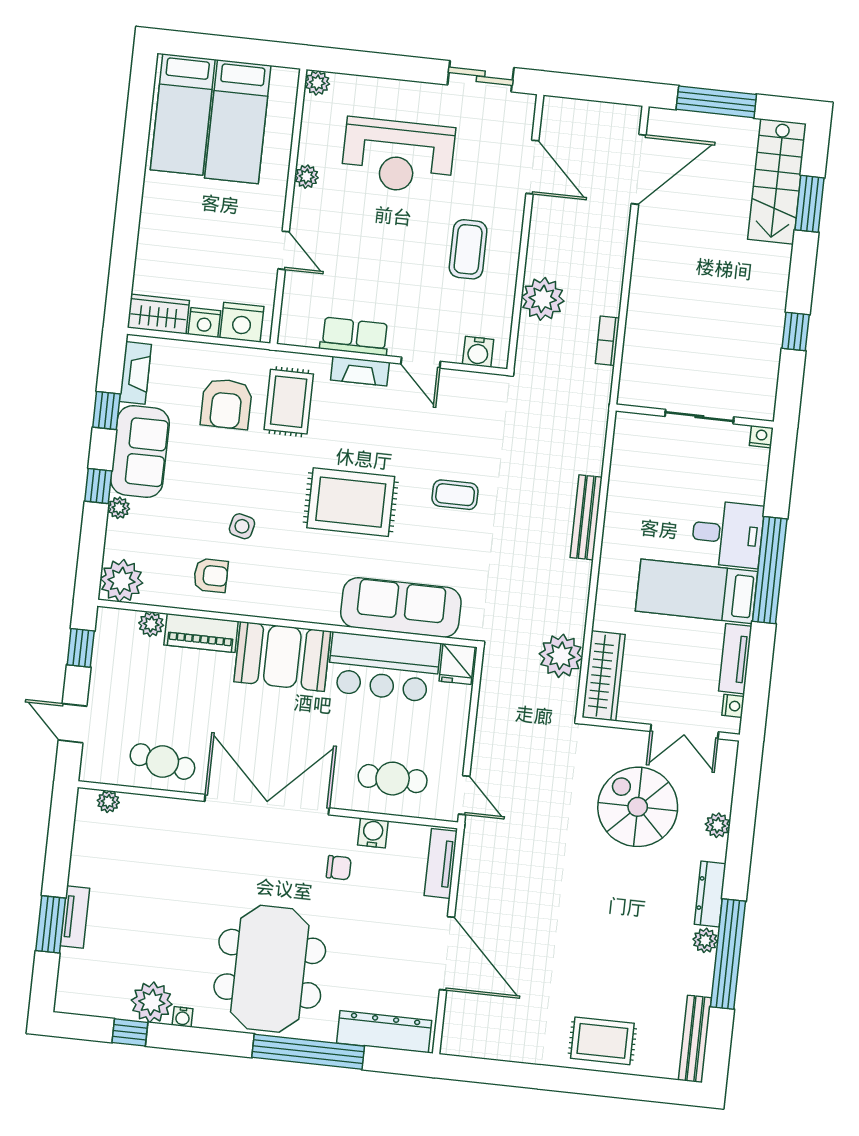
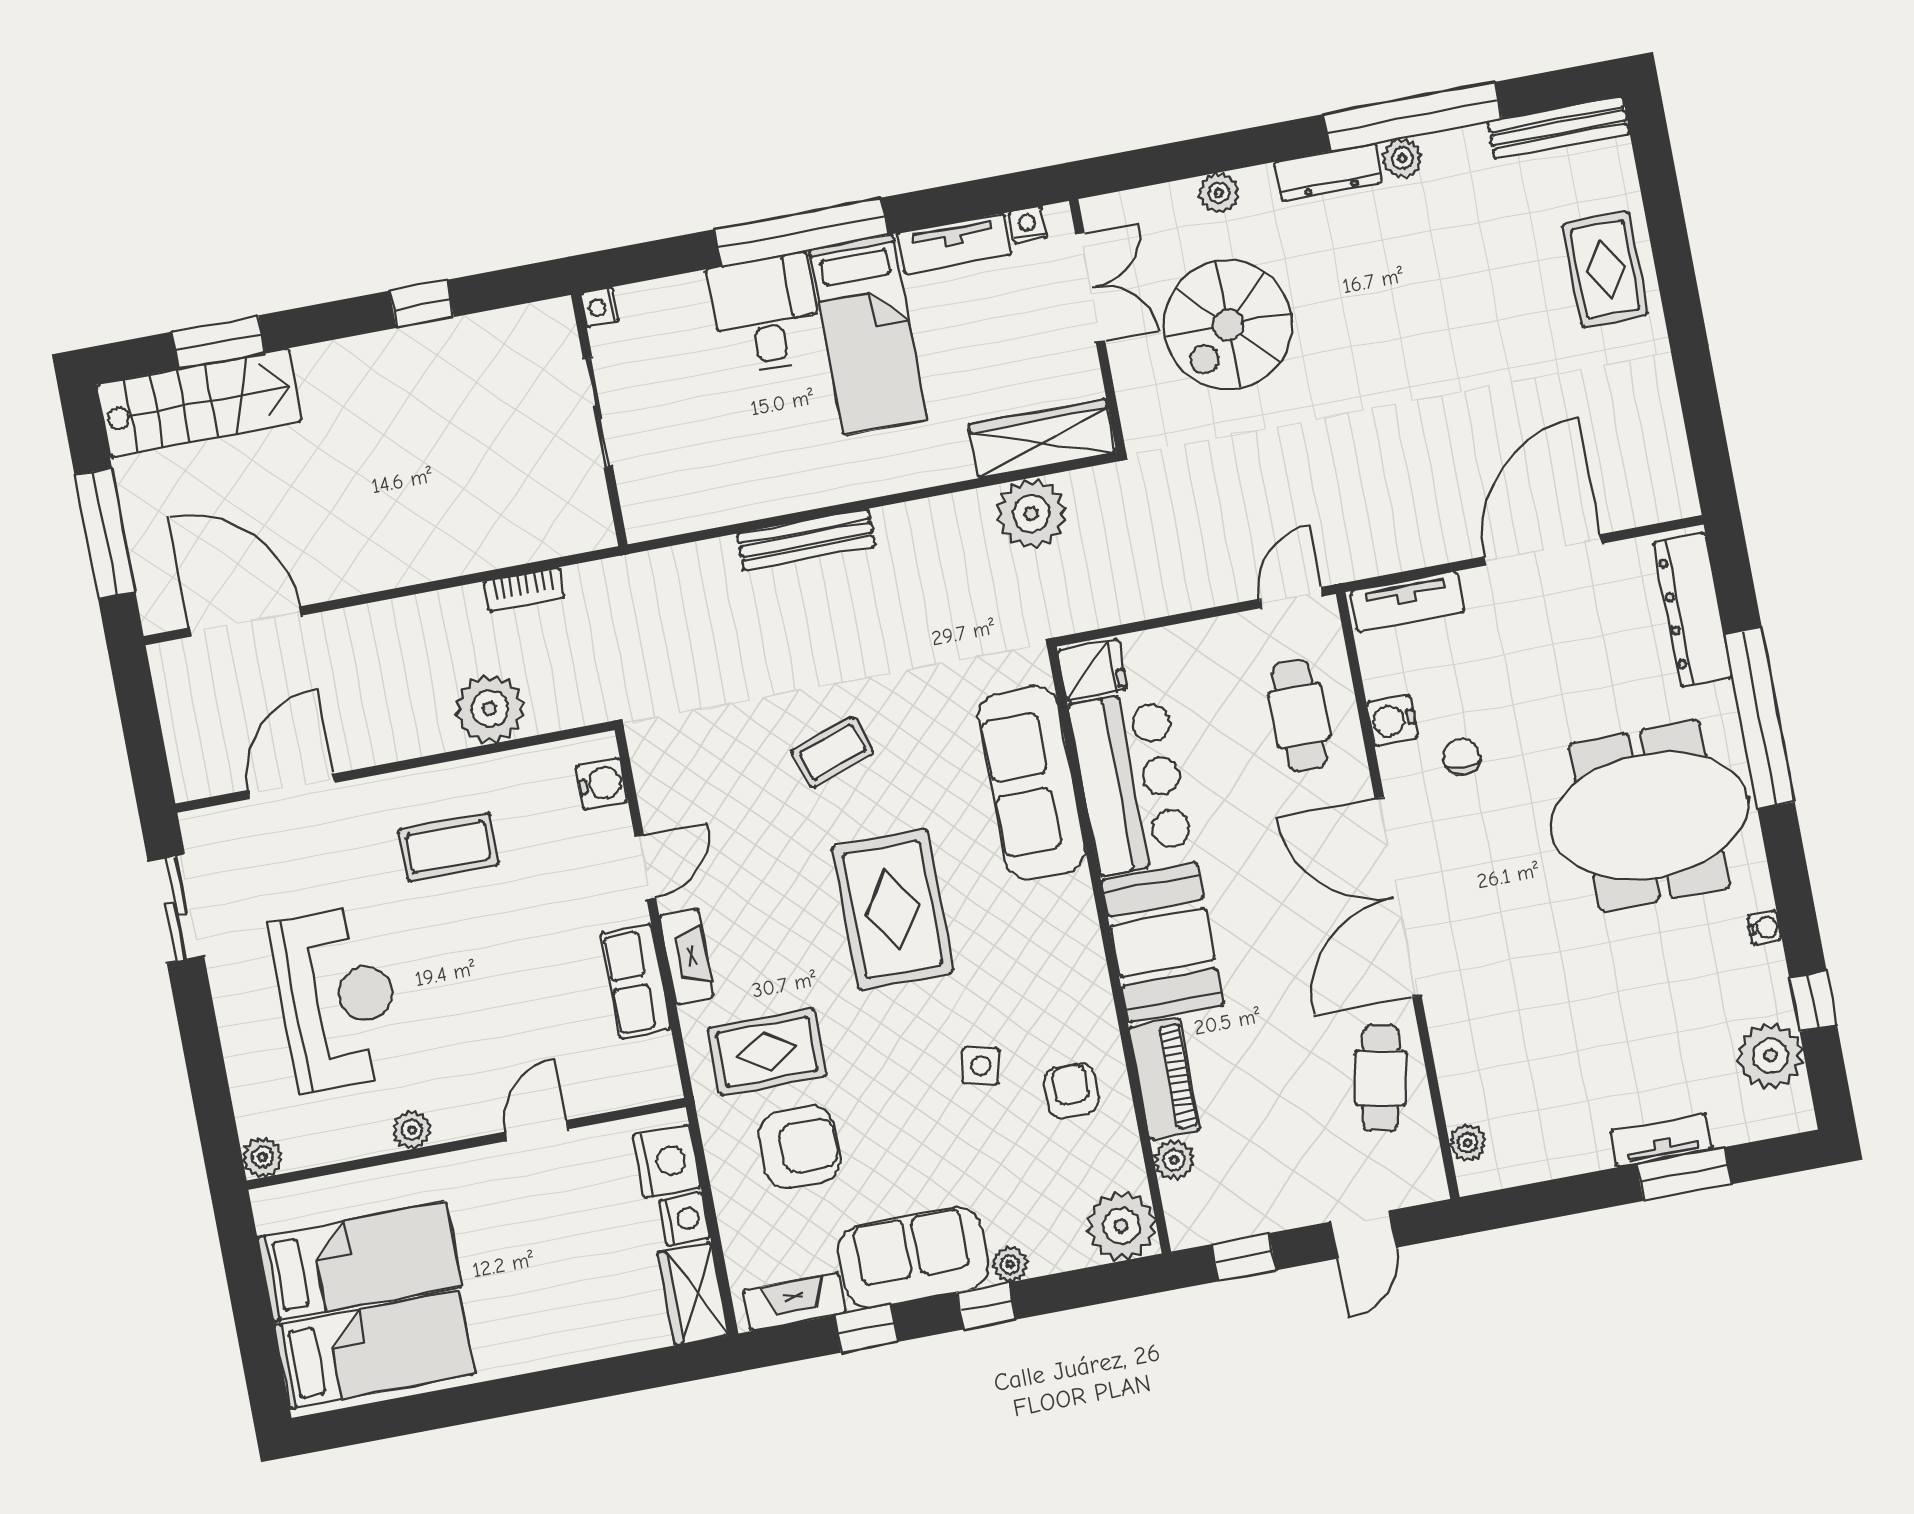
coffee table: (455, 495) -> (833, 752), turned 71
plant: (152, 1002) -> (1770, 1056), moved

